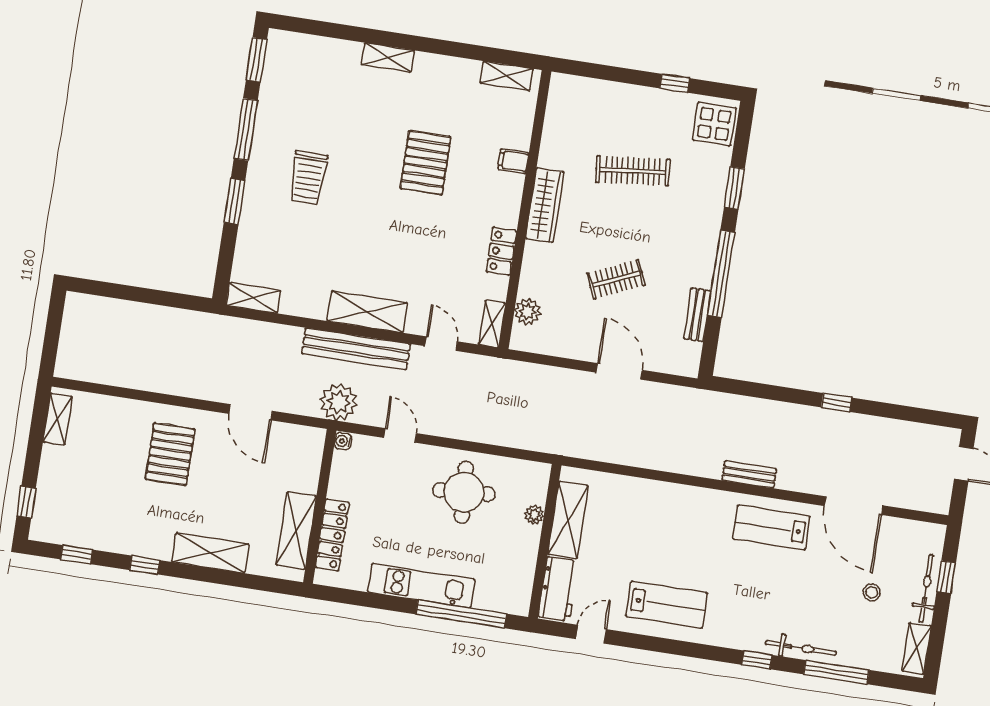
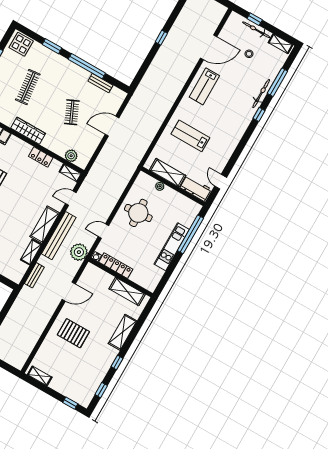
shelving: (253, 298) -> (31, 252), moved
bench: (749, 474) -> (34, 275), moved
locker: (332, 535) -> (116, 266), moved
lab bench: (667, 605) -> (190, 136), moved, turned -90

